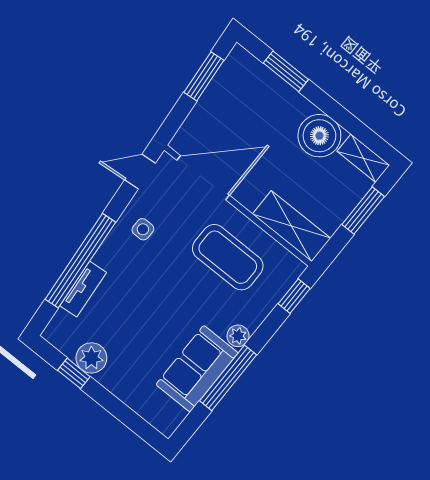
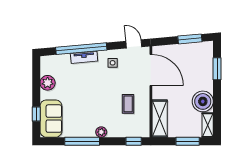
coffee table: (228, 257) -> (128, 104), width x0.54, depth x0.58
tv unit: (83, 289) -> (84, 57), moved
sofa: (197, 369) -> (51, 119), moved, turned 90
window: (74, 373) -> (36, 114), moved

